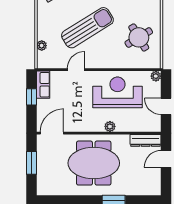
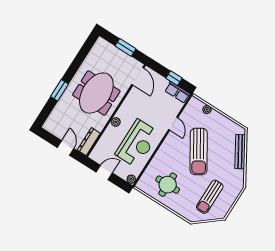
round table: (139, 37) -> (168, 185), turned 31

